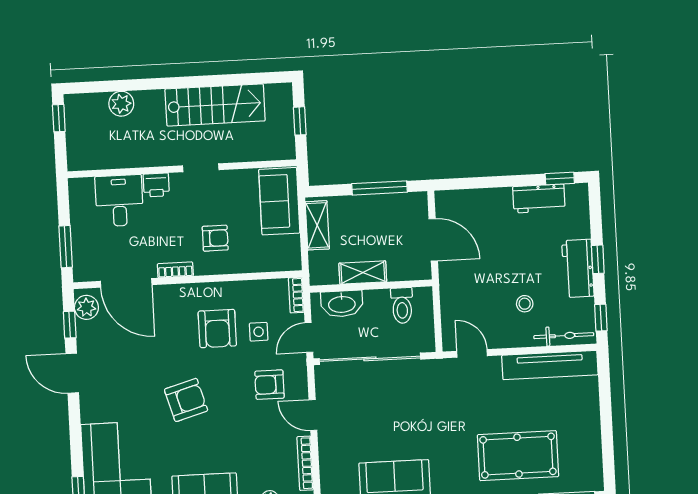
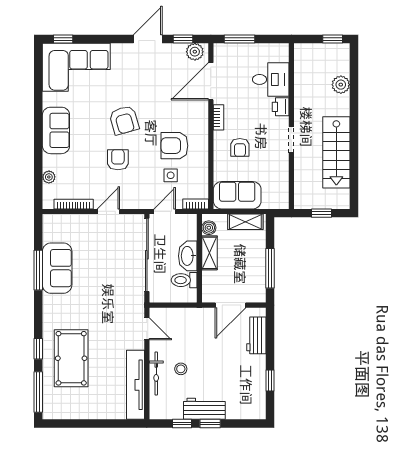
window: (560, 178) -> (270, 380), moved
workbench: (539, 199) -> (256, 335), moved
sofa: (279, 201) -> (237, 195), moved
boiler: (328, 275) -> (209, 228), added
washbasin: (342, 304) -> (188, 256), moved
window: (601, 318) -> (182, 423), moved
bicycle: (564, 336) -> (156, 373), moved
door: (309, 337) -> (165, 211), hinge flipped
door: (472, 353) -> (147, 329), hinge flipped
armchair: (269, 385) -> (118, 160), moved

